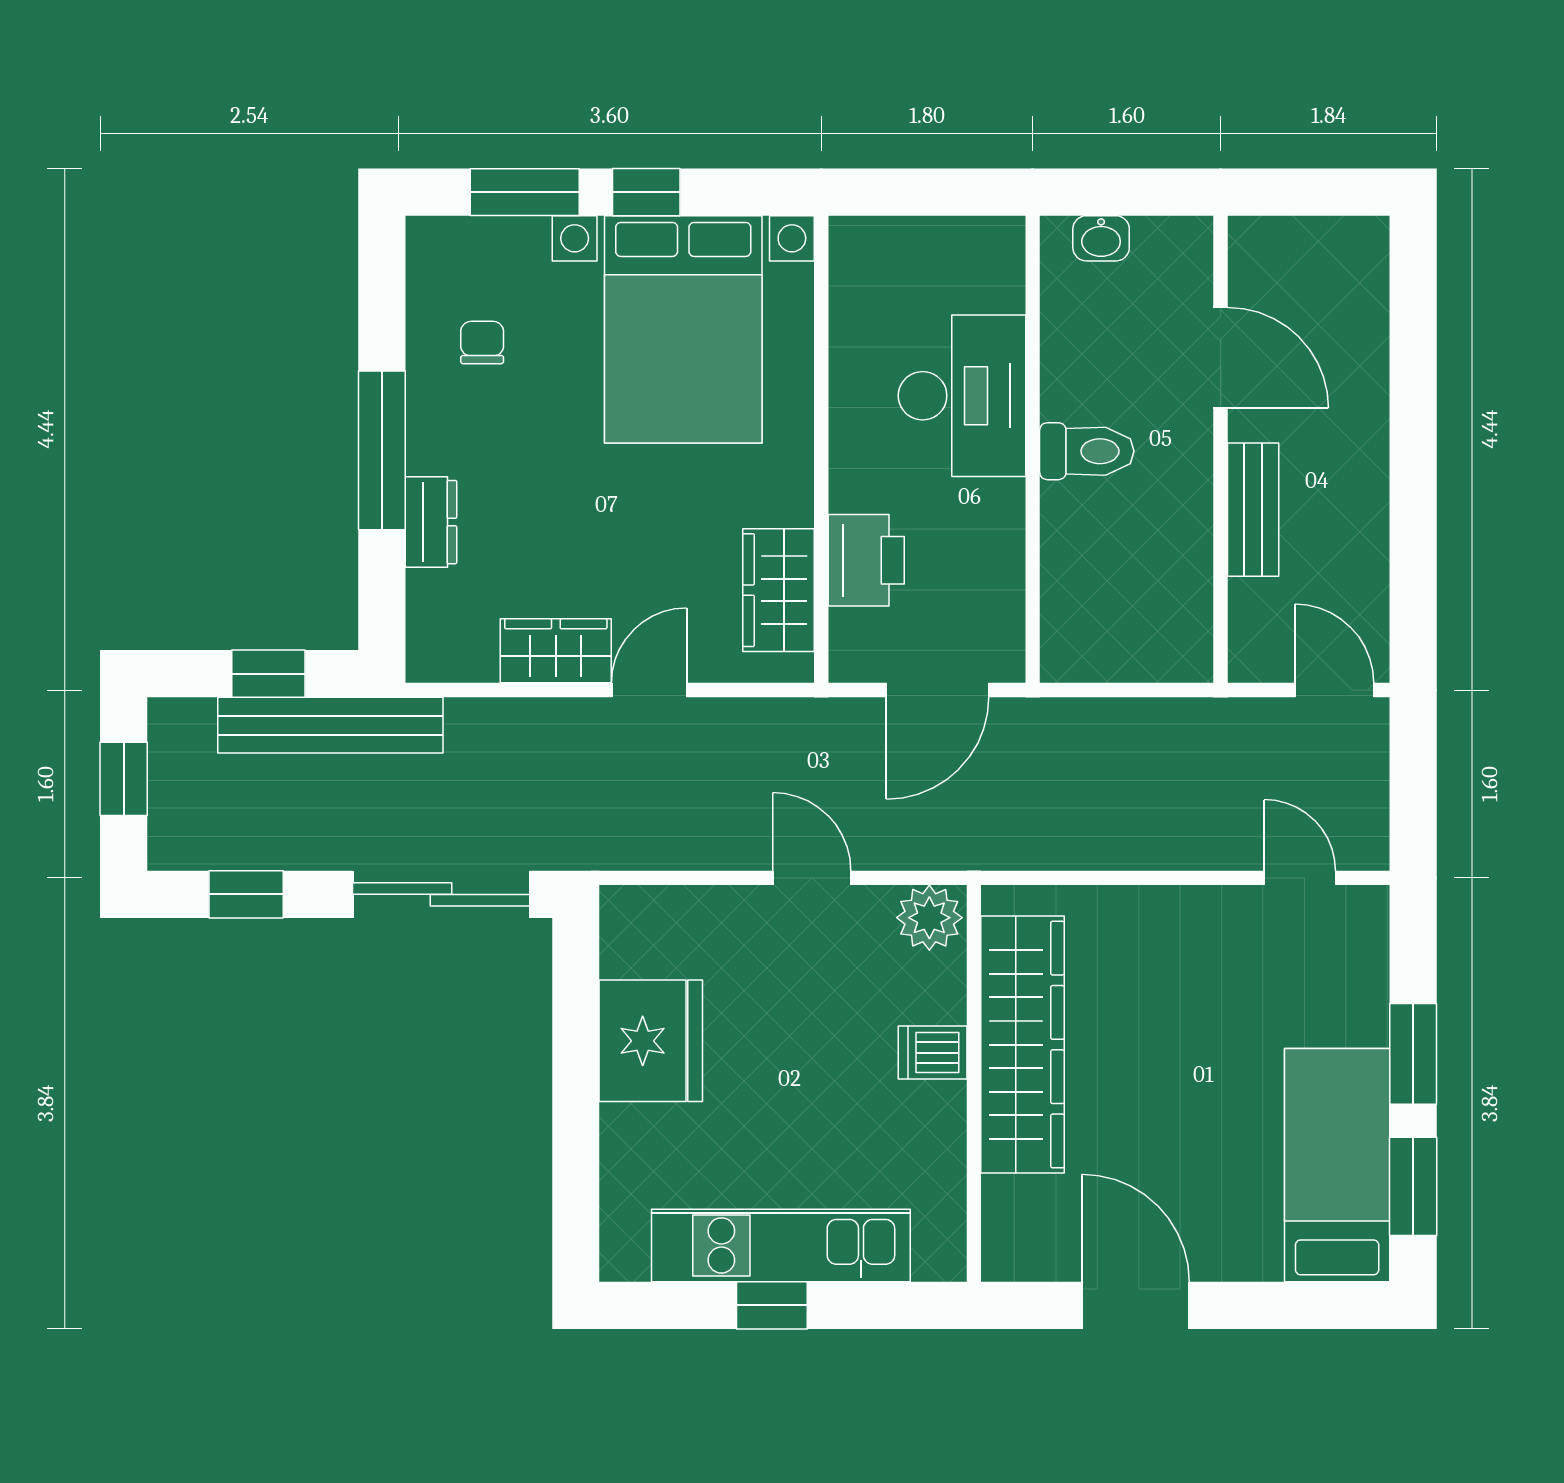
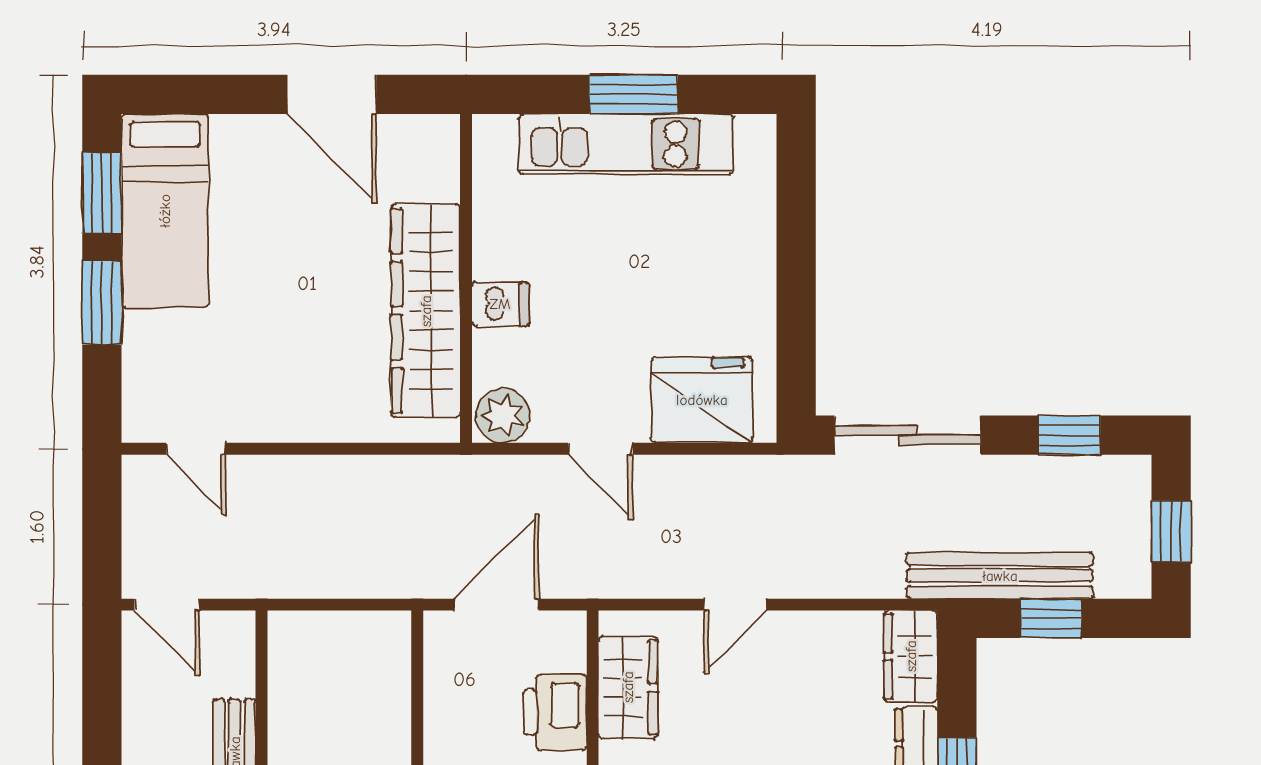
wardrobe: (556, 651) -> (911, 656), moved, turned 90
fridge: (651, 1041) -> (702, 400), moved, turned 90
window: (772, 1305) -> (634, 94), width x1.50

